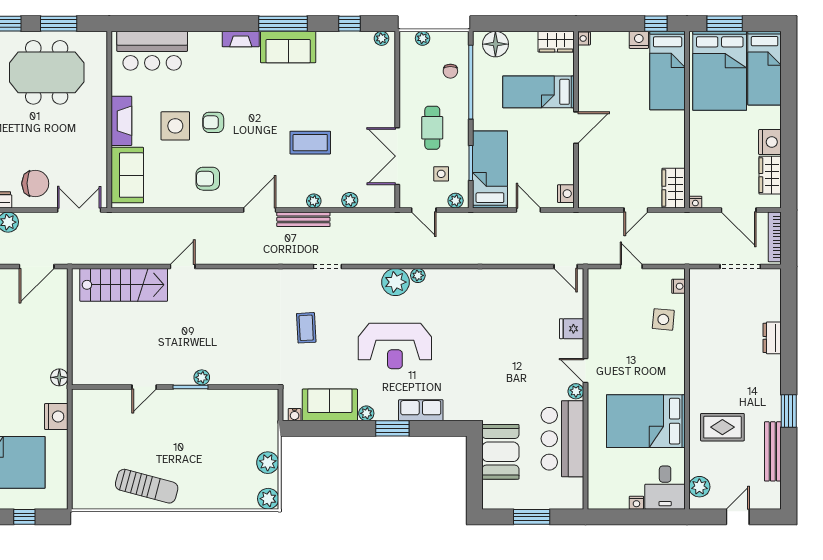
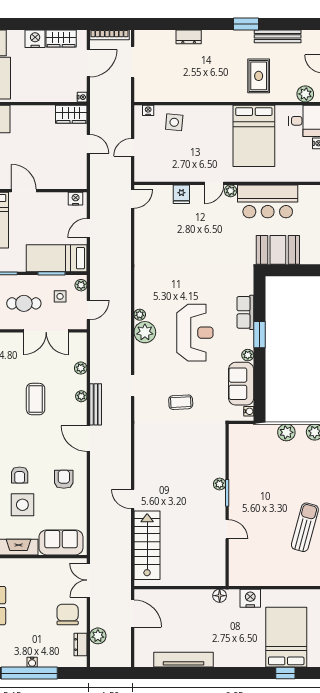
armchair: (208, 179) -> (64, 479), turned 180

